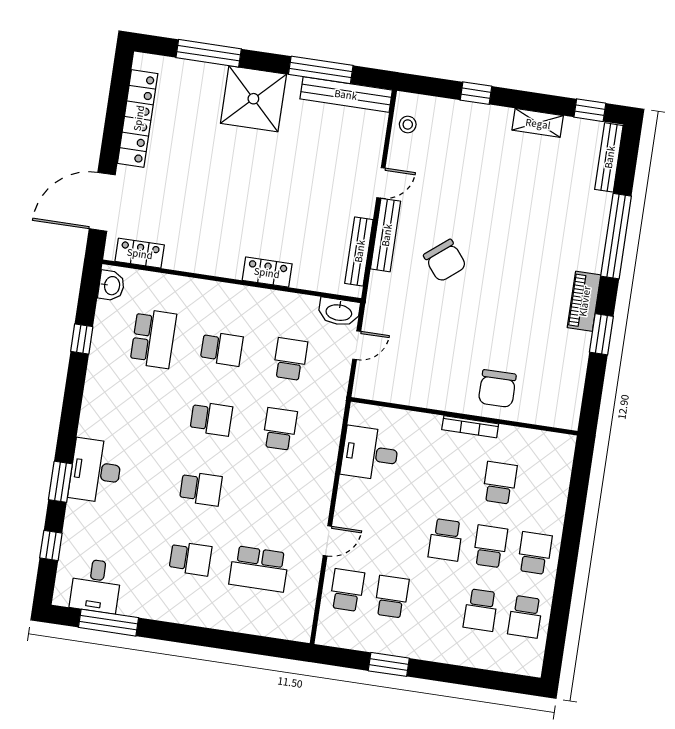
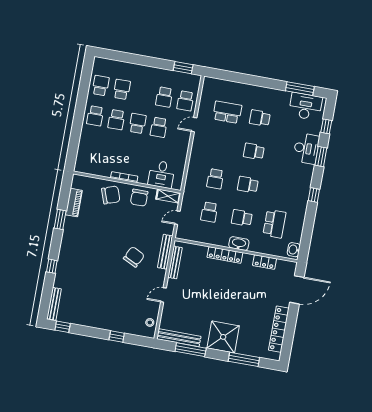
shelving: (538, 123) -> (168, 196), moved
bench: (386, 235) -> (165, 252), moved
window: (616, 236) -> (52, 266), width x0.32
locker: (140, 253) -> (265, 262), moved
chair: (445, 261) -> (134, 257), turned 65
locker: (267, 272) -> (225, 255), width x1.53
piano: (584, 301) -> (74, 203), moved
washbasin: (339, 312) -> (239, 244), moved
window: (82, 339) -> (314, 195), moved
school desk: (153, 339) -> (274, 224), turned 180
chair: (438, 385) -> (139, 198), added
chair: (497, 389) -> (111, 195), turned 70
desk: (370, 453) -> (161, 174), moved, turned 90
desk: (96, 471) -> (306, 148), moved
school desk: (500, 483) -> (159, 127), moved
desk: (96, 586) -> (305, 106), width x1.37
window: (389, 664) -> (183, 68), moved

